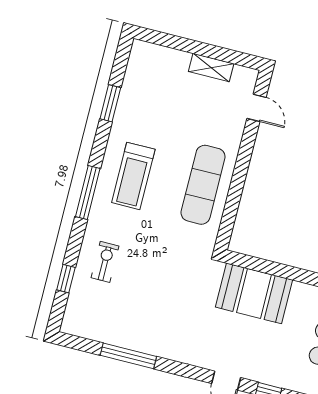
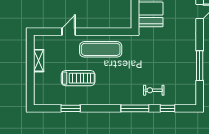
door: (257, 108) -> (69, 32), moved
treadmill: (133, 176) -> (78, 78), moved
window: (88, 193) -> (135, 108), moved

